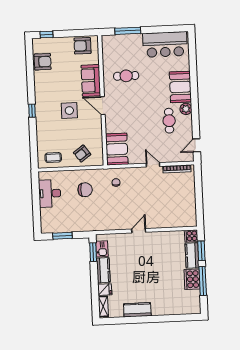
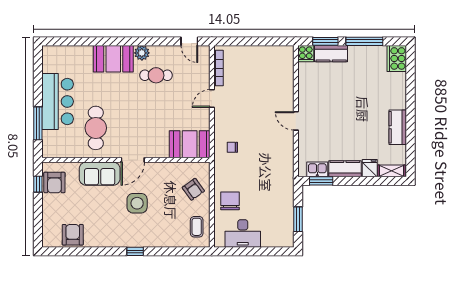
window: (47, 34) -> (38, 184), moved
bar counter: (165, 44) -> (58, 101), moved
cafe table: (126, 76) -> (96, 128), width x1.37, depth x1.35
chair: (85, 190) -> (230, 201), moved
cooker: (192, 279) -> (397, 58), moved, turned 90

